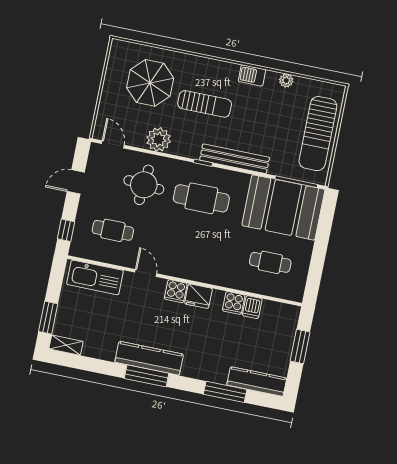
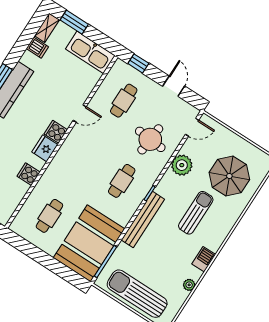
sun lounger: (205, 104) -> (196, 213), turned 180
cafe table: (201, 198) -> (122, 181), width x0.73, depth x0.74
kitchen sink: (95, 277) -> (90, 52), moved, turned -90
dishwasher: (252, 307) -> (37, 48), moved, turned 180

